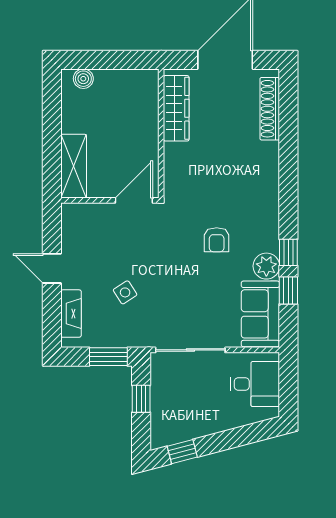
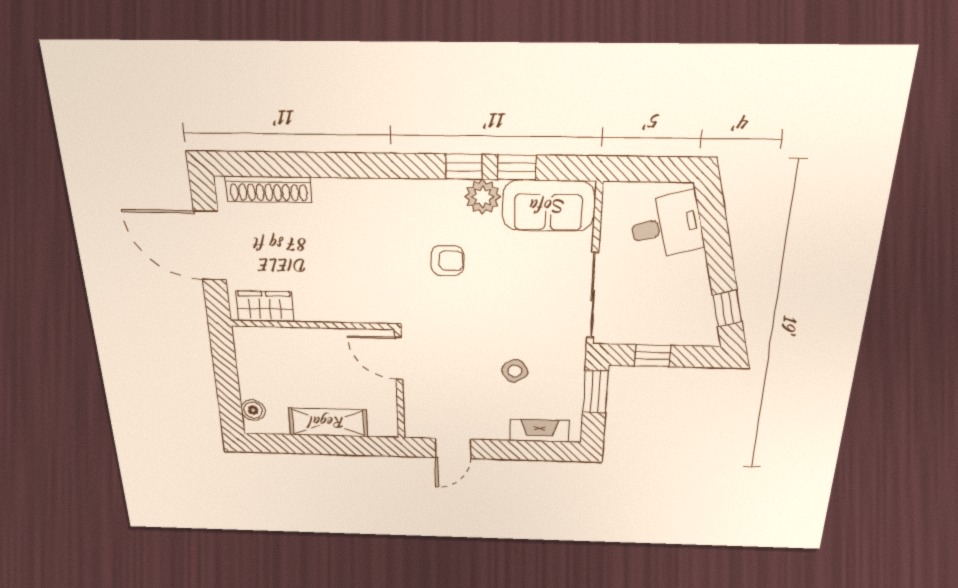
wardrobe: (176, 108) -> (265, 306), width x0.67
shelving: (74, 166) -> (328, 422), moved
door: (52, 268) -> (453, 448), moved
desk: (255, 384) -> (666, 226), moved, turned 75

